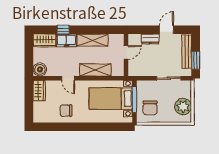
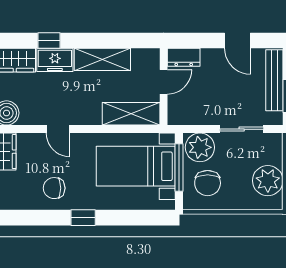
door: (166, 30) -> (237, 41), swing flipped
dresser: (150, 39) -> (184, 57), moved
shelving: (95, 70) -> (131, 114), moved
plant: (146, 88) -> (200, 147), added
window: (82, 127) -> (83, 218), added

